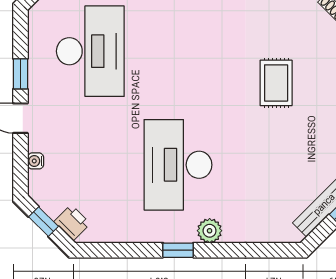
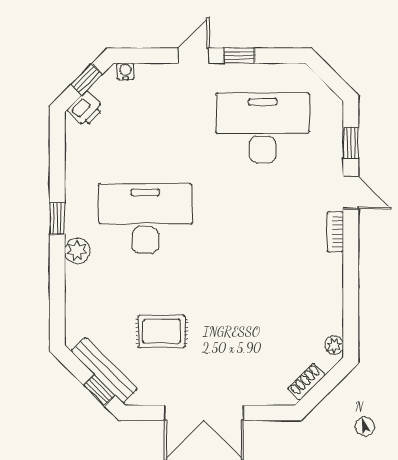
desk: (90, 51) -> (263, 128), turned 180
rug: (276, 83) -> (162, 331), moved
water cooler: (36, 161) -> (125, 71), moved

